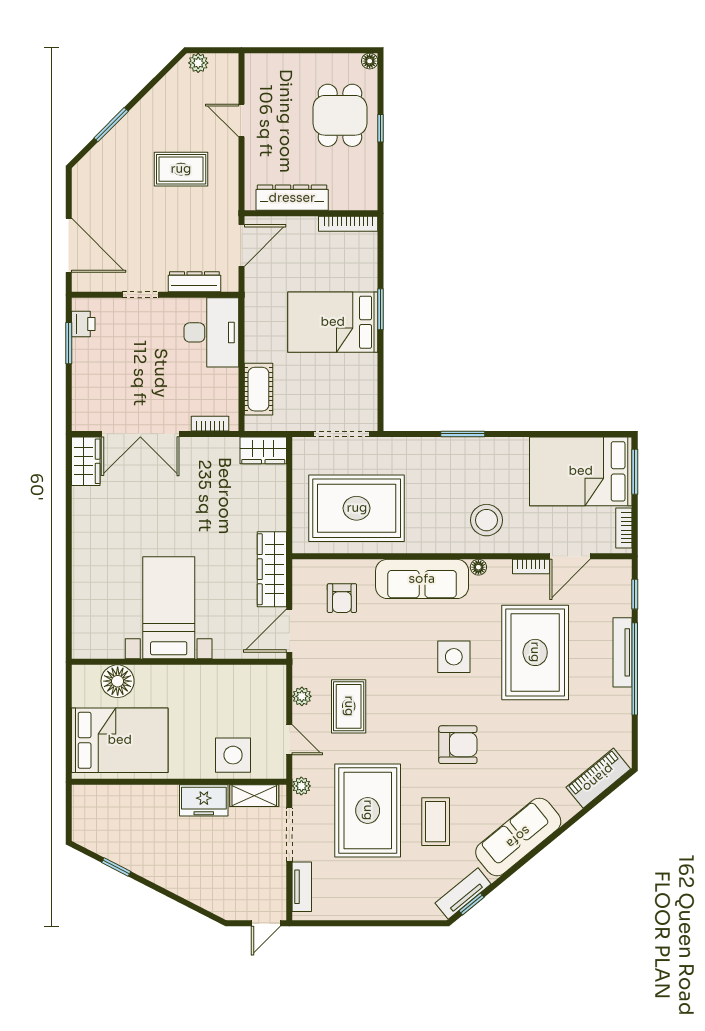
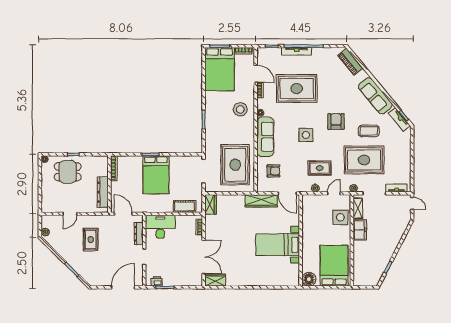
side table: (454, 657) -> (306, 135), moved
floor lamp: (118, 681) -> (309, 279), moved

